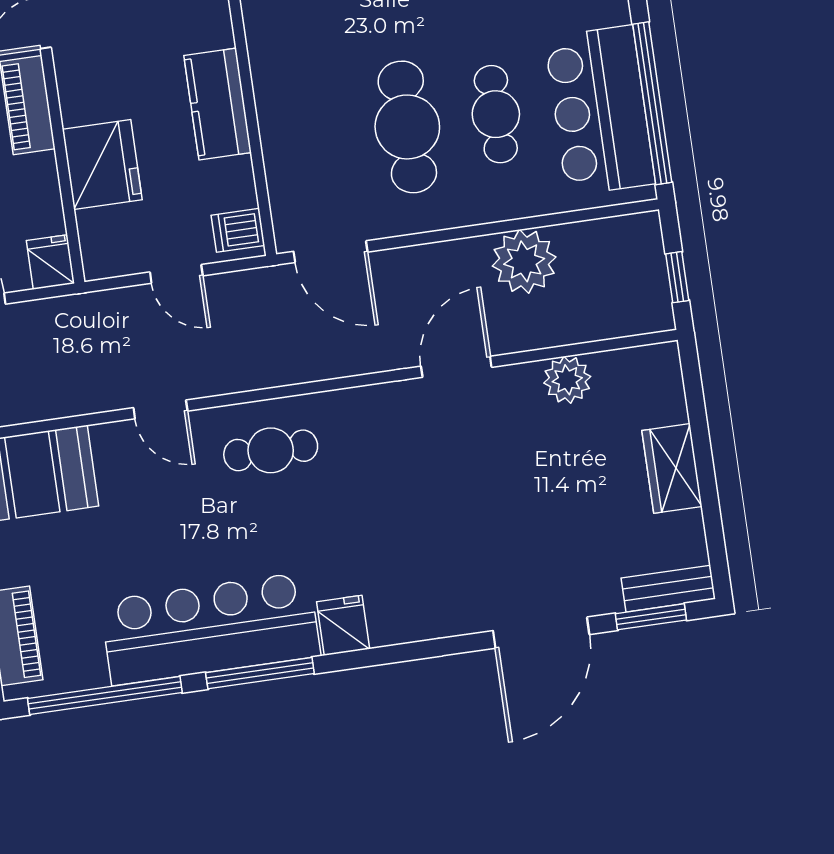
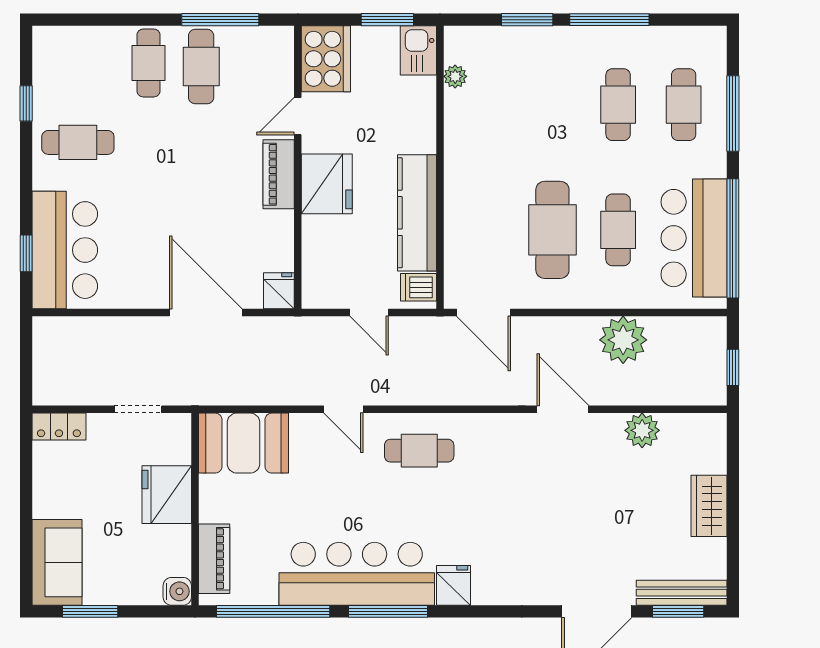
kitchen counter: (218, 104) -> (417, 213), width x1.50
fridge: (102, 164) -> (327, 184), moved
door: (456, 367) -> (563, 409), hinge flipped
bench: (668, 589) -> (682, 593), width x1.36

